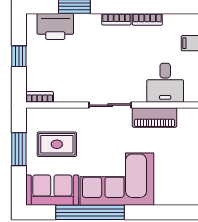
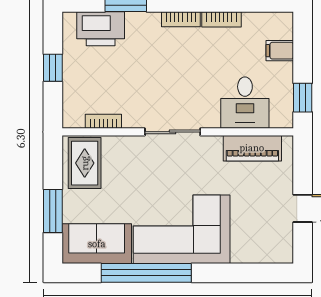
bookcase: (40, 97) -> (103, 121), moved
piano: (155, 118) -> (252, 148), moved
rug: (57, 144) -> (85, 163), moved, turned 90
window: (19, 149) -> (53, 211), moved

